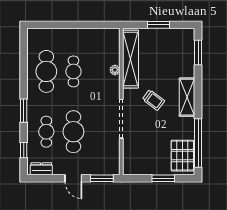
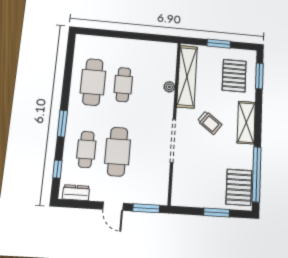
pallet: (174, 54) -> (234, 76), added

